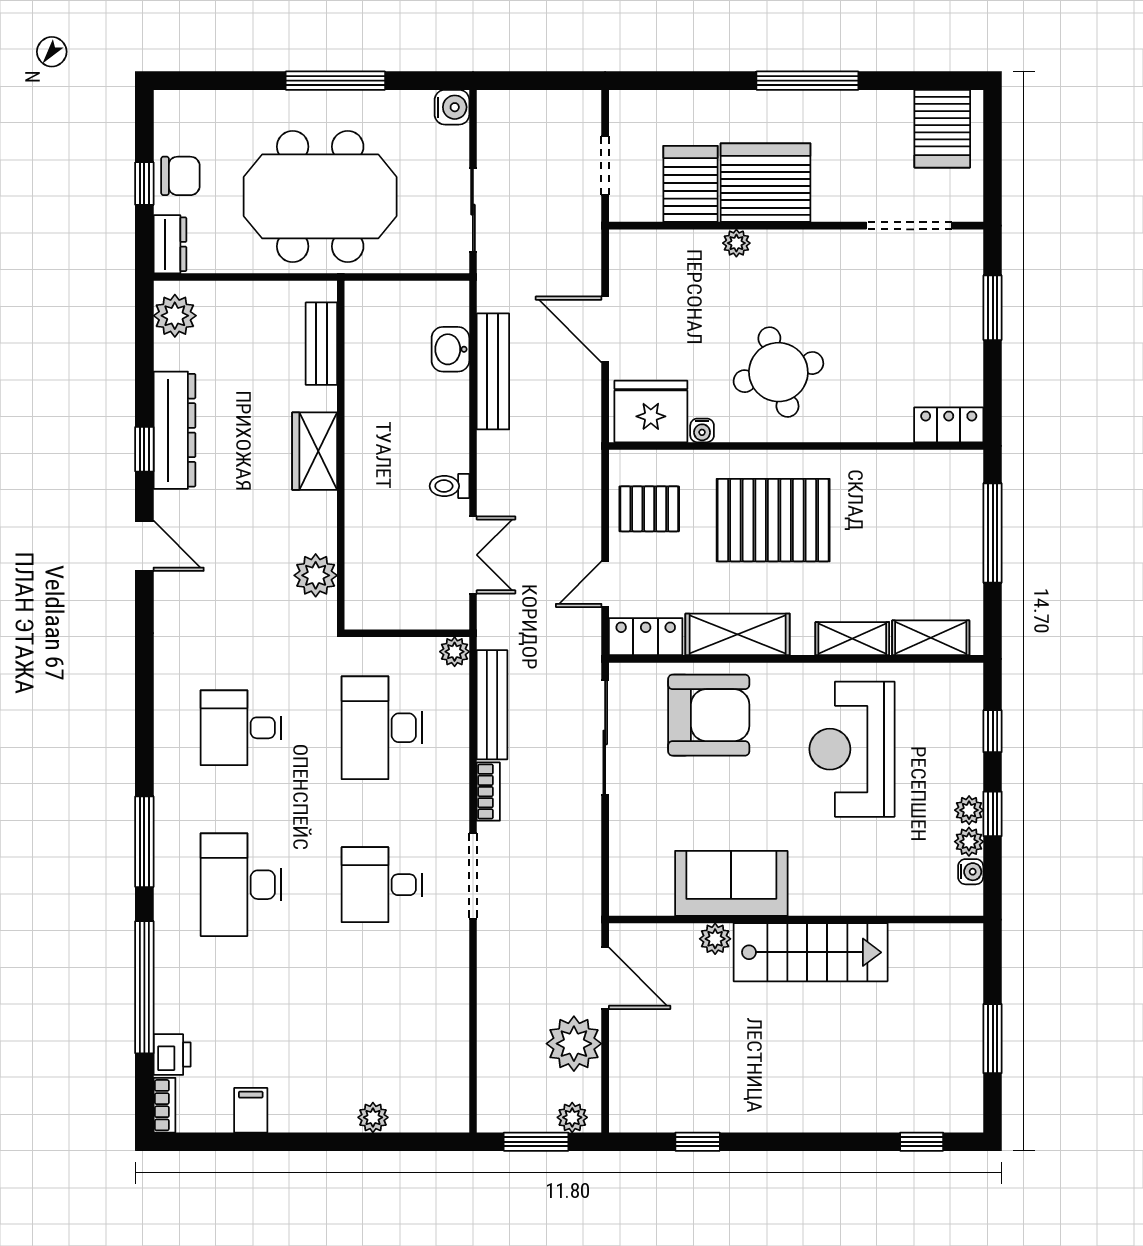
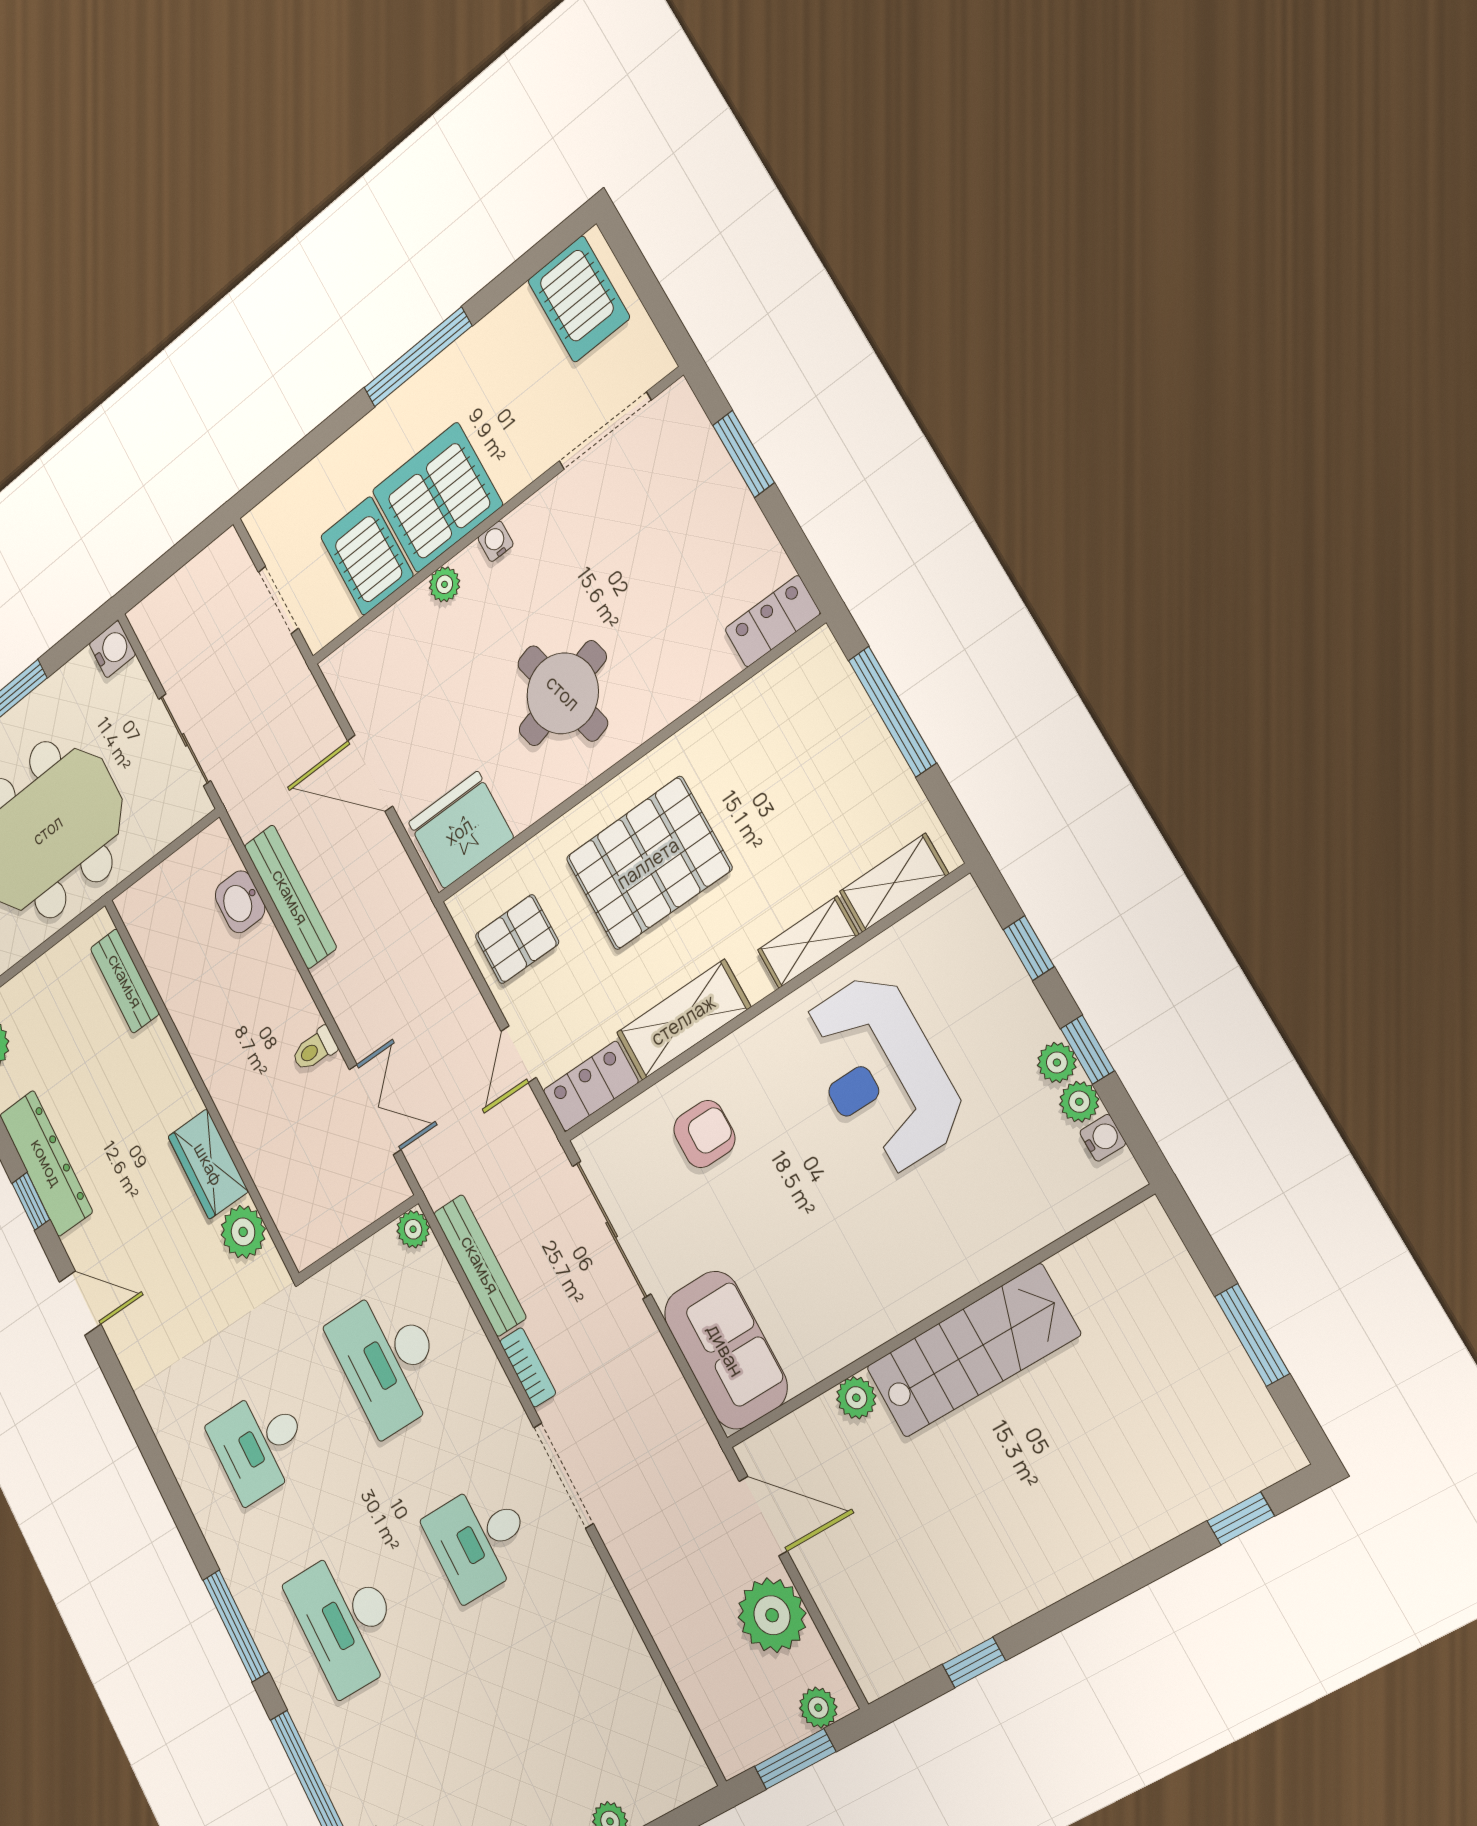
water cooler: (702, 430) -> (496, 541), moved, turned 180
wardrobe: (315, 451) -> (208, 1164), moved
armchair: (709, 715) -> (704, 1134), width x0.53, depth x0.53
sofa: (731, 883) -> (725, 1350), moved, turned 90

